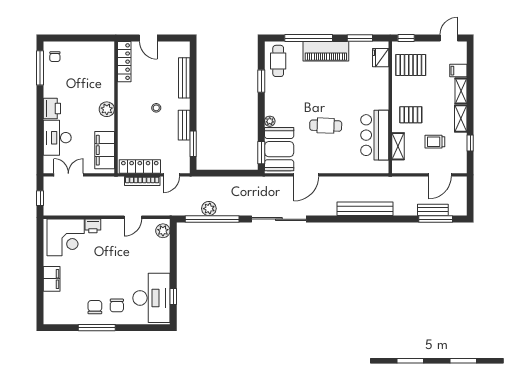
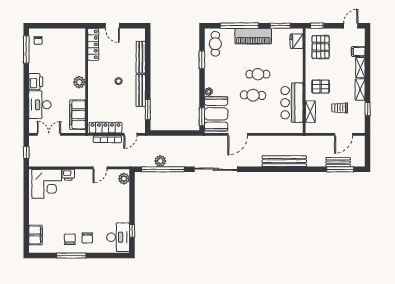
pallet: (411, 65) -> (321, 47), turned 90
cafe table: (332, 99) -> (258, 74), added
bench: (184, 125) -> (141, 90), width x1.36
filing cabinet: (52, 279) -> (36, 235), moved
desk: (151, 298) -> (118, 237), width x0.73, depth x0.77

